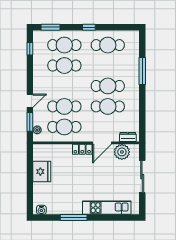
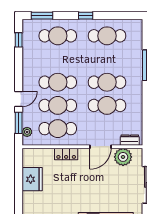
cafe table: (64, 66) -> (58, 82), moved
locker: (82, 149) -> (66, 154), moved

